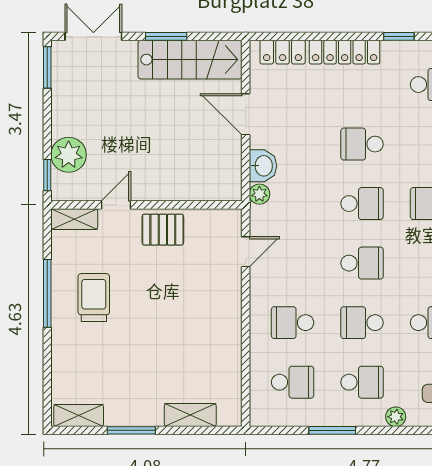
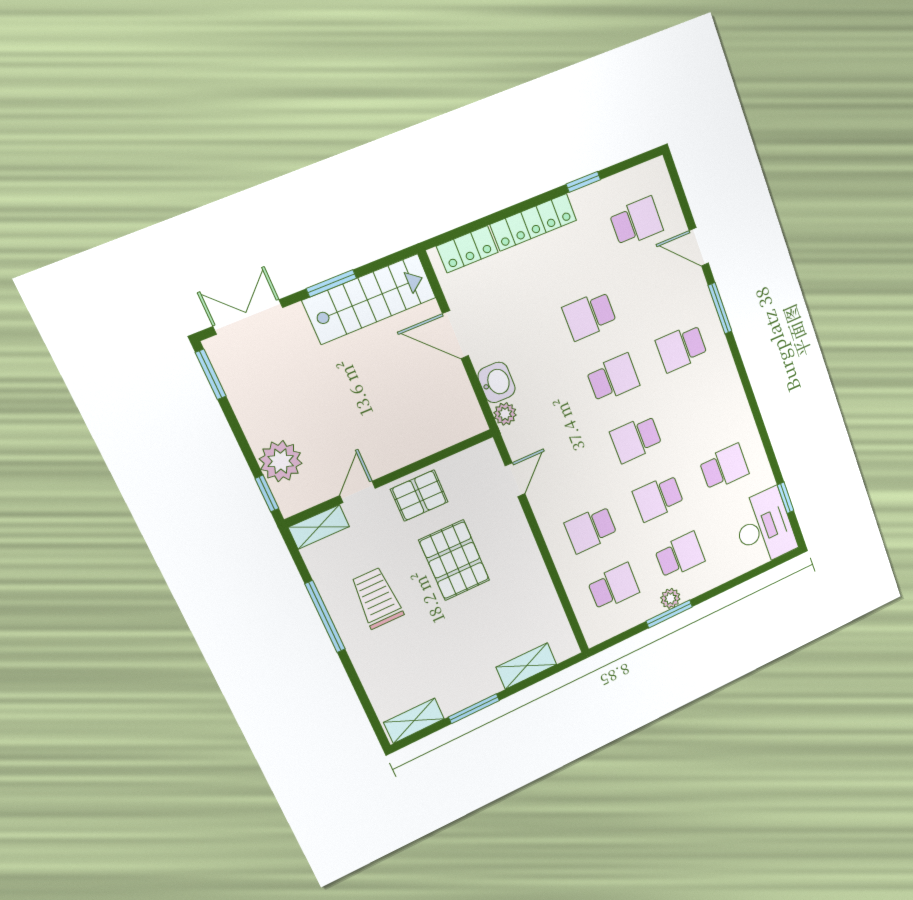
school desk: (362, 263) -> (636, 439), turned 180
pallet: (168, 296) -> (454, 560), added
plant: (396, 417) -> (670, 598), moved

